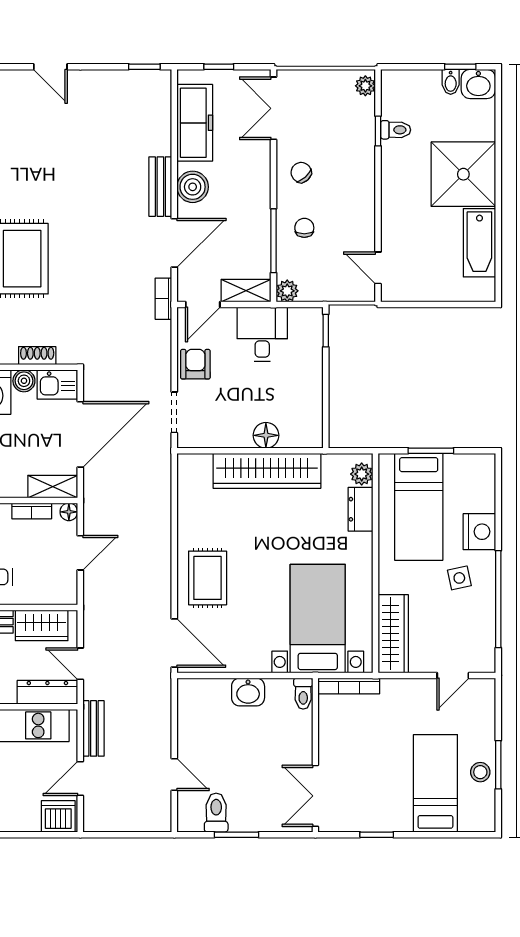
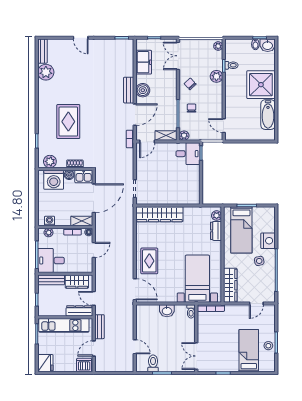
freezer: (195, 123) -> (144, 62), width x0.71
plant: (362, 155) -> (216, 76), added
desk: (262, 334) -> (188, 154), moved, turned 90
armchair: (195, 364) -> (144, 168), removed
floor lamp: (266, 435) -> (175, 199), removed
wardrobe: (267, 471) -> (159, 214), moved

